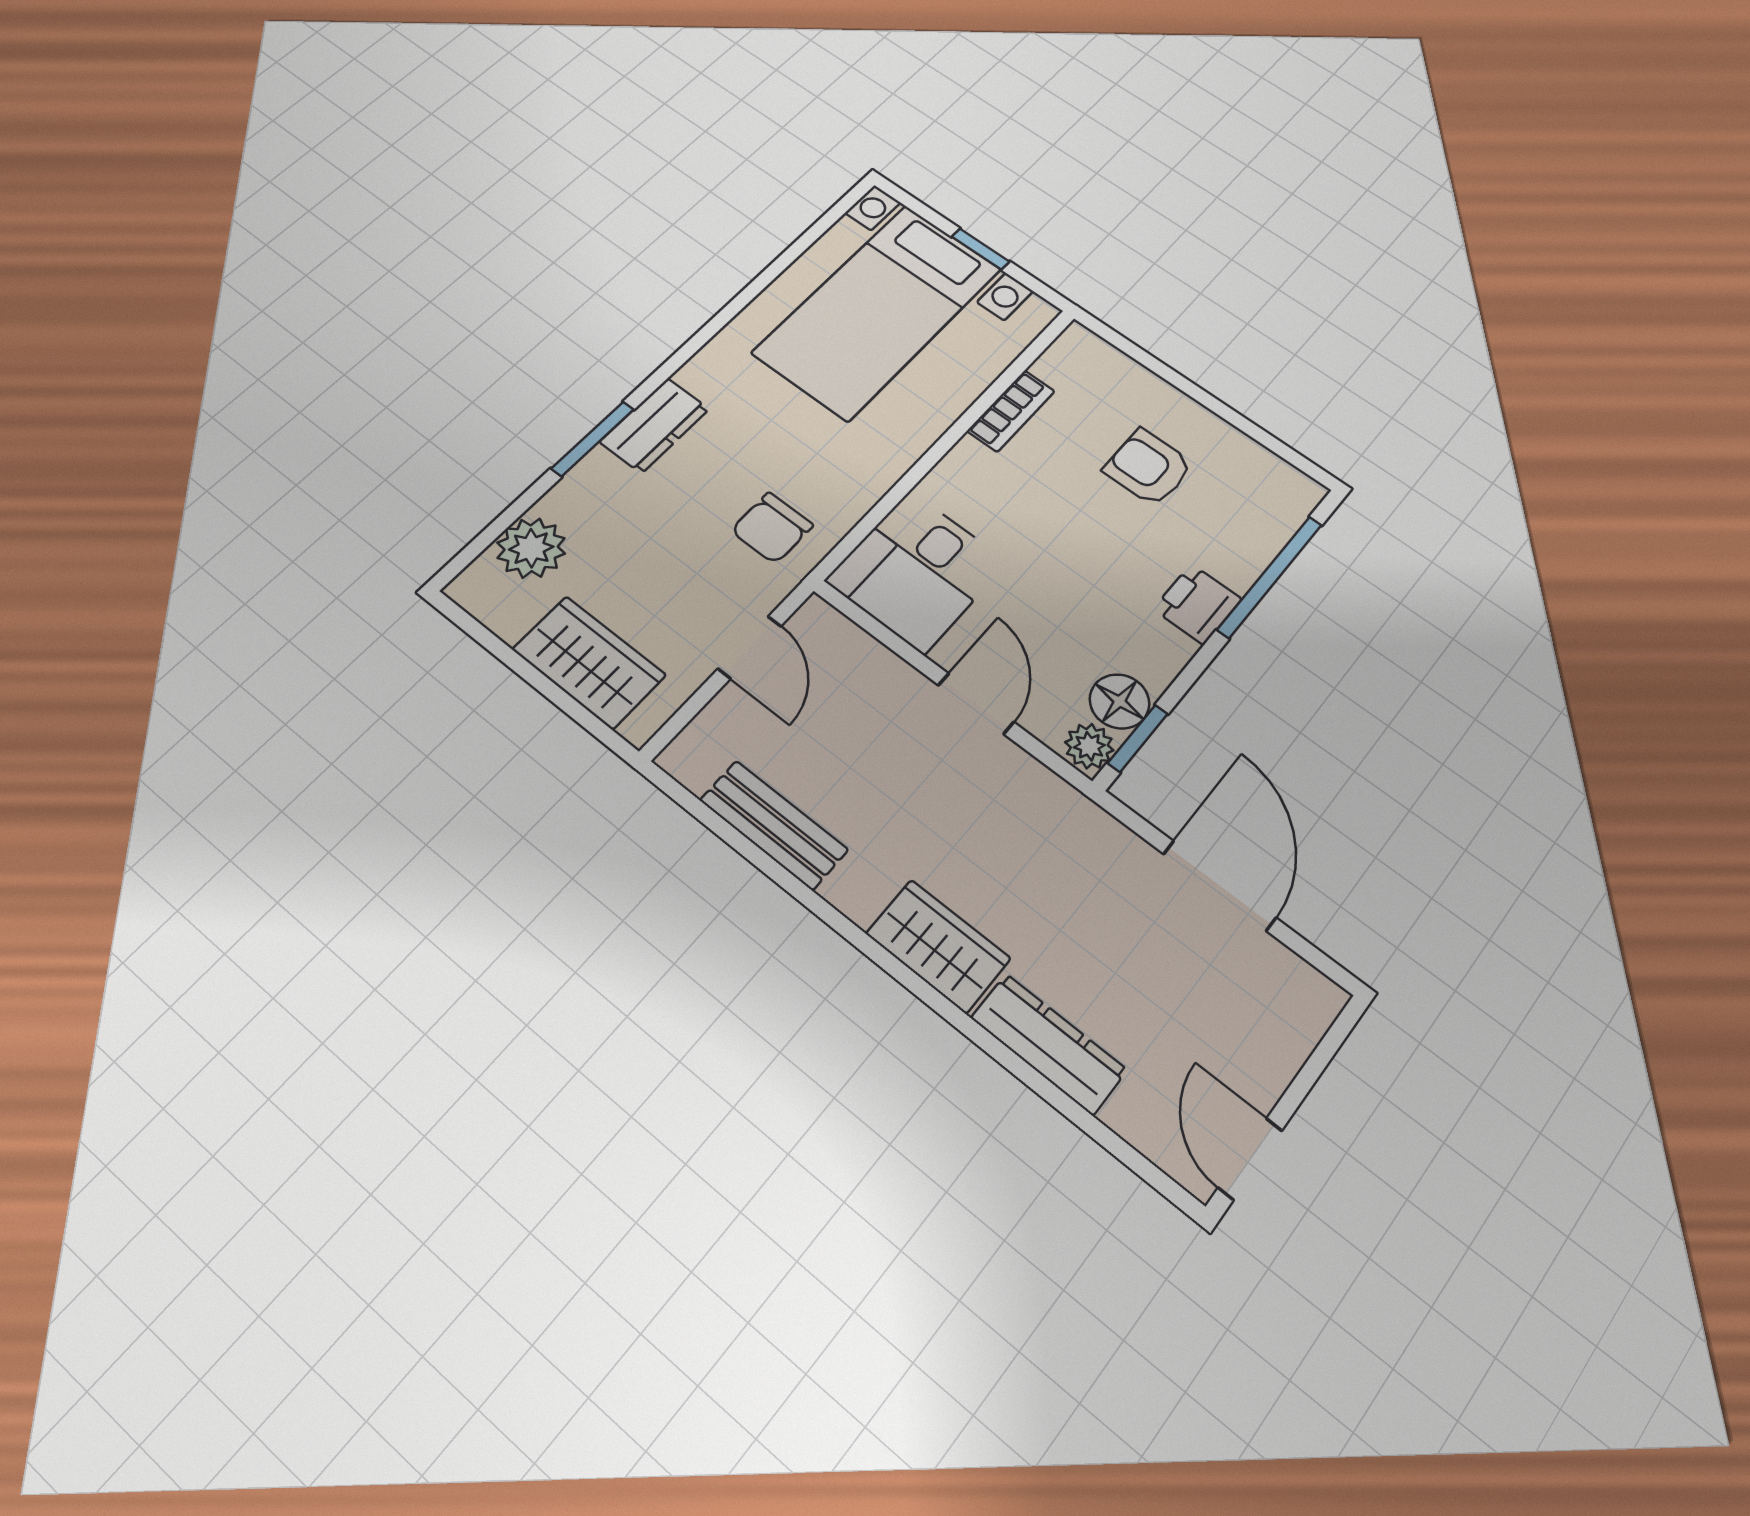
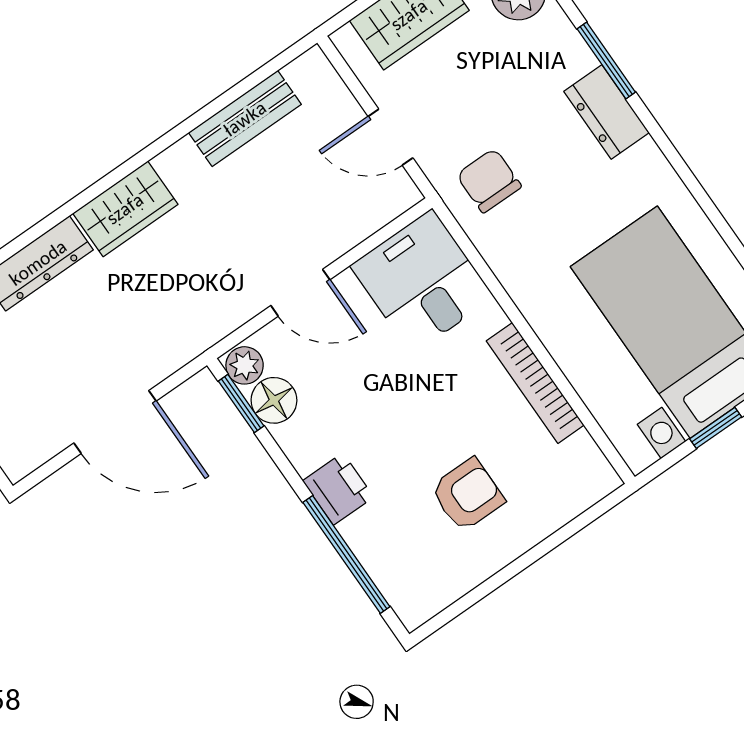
bookcase: (1011, 411) -> (535, 383), width x1.56

